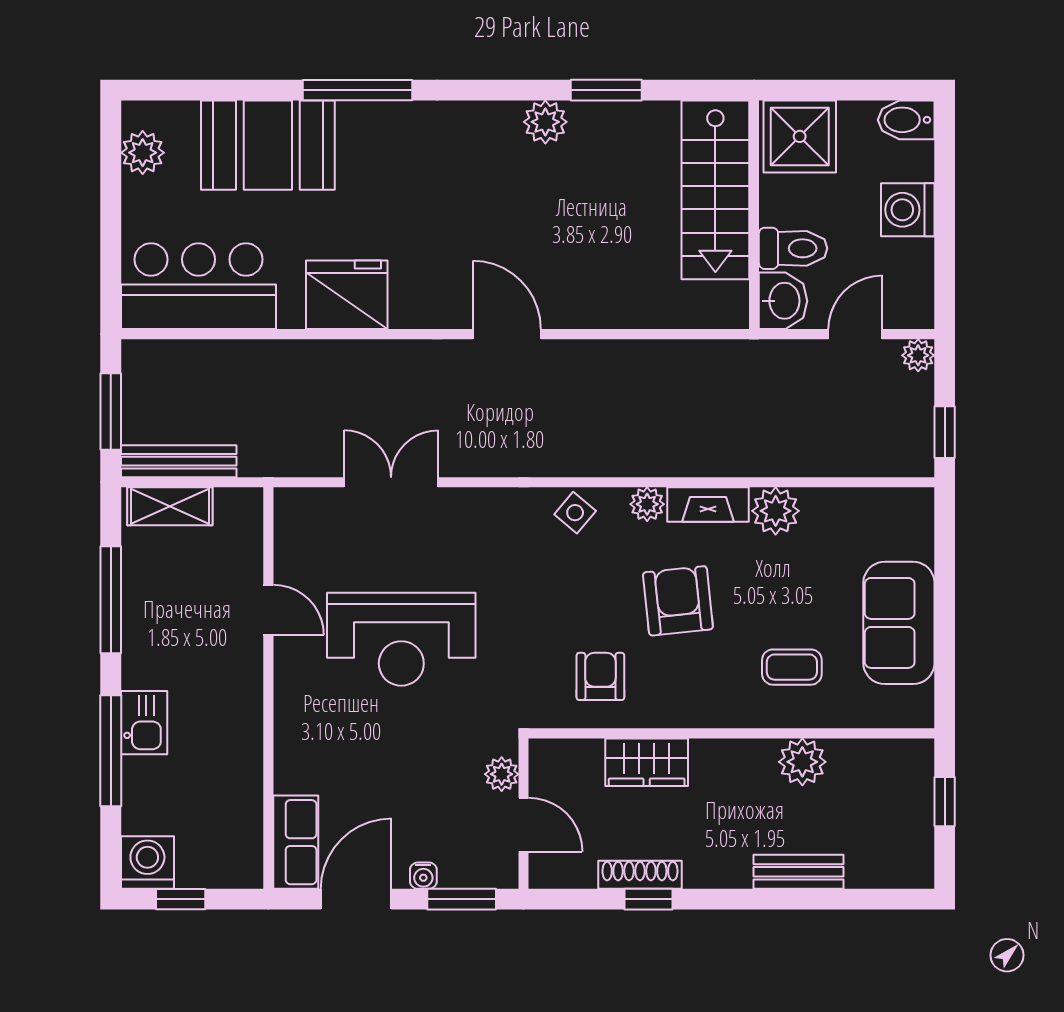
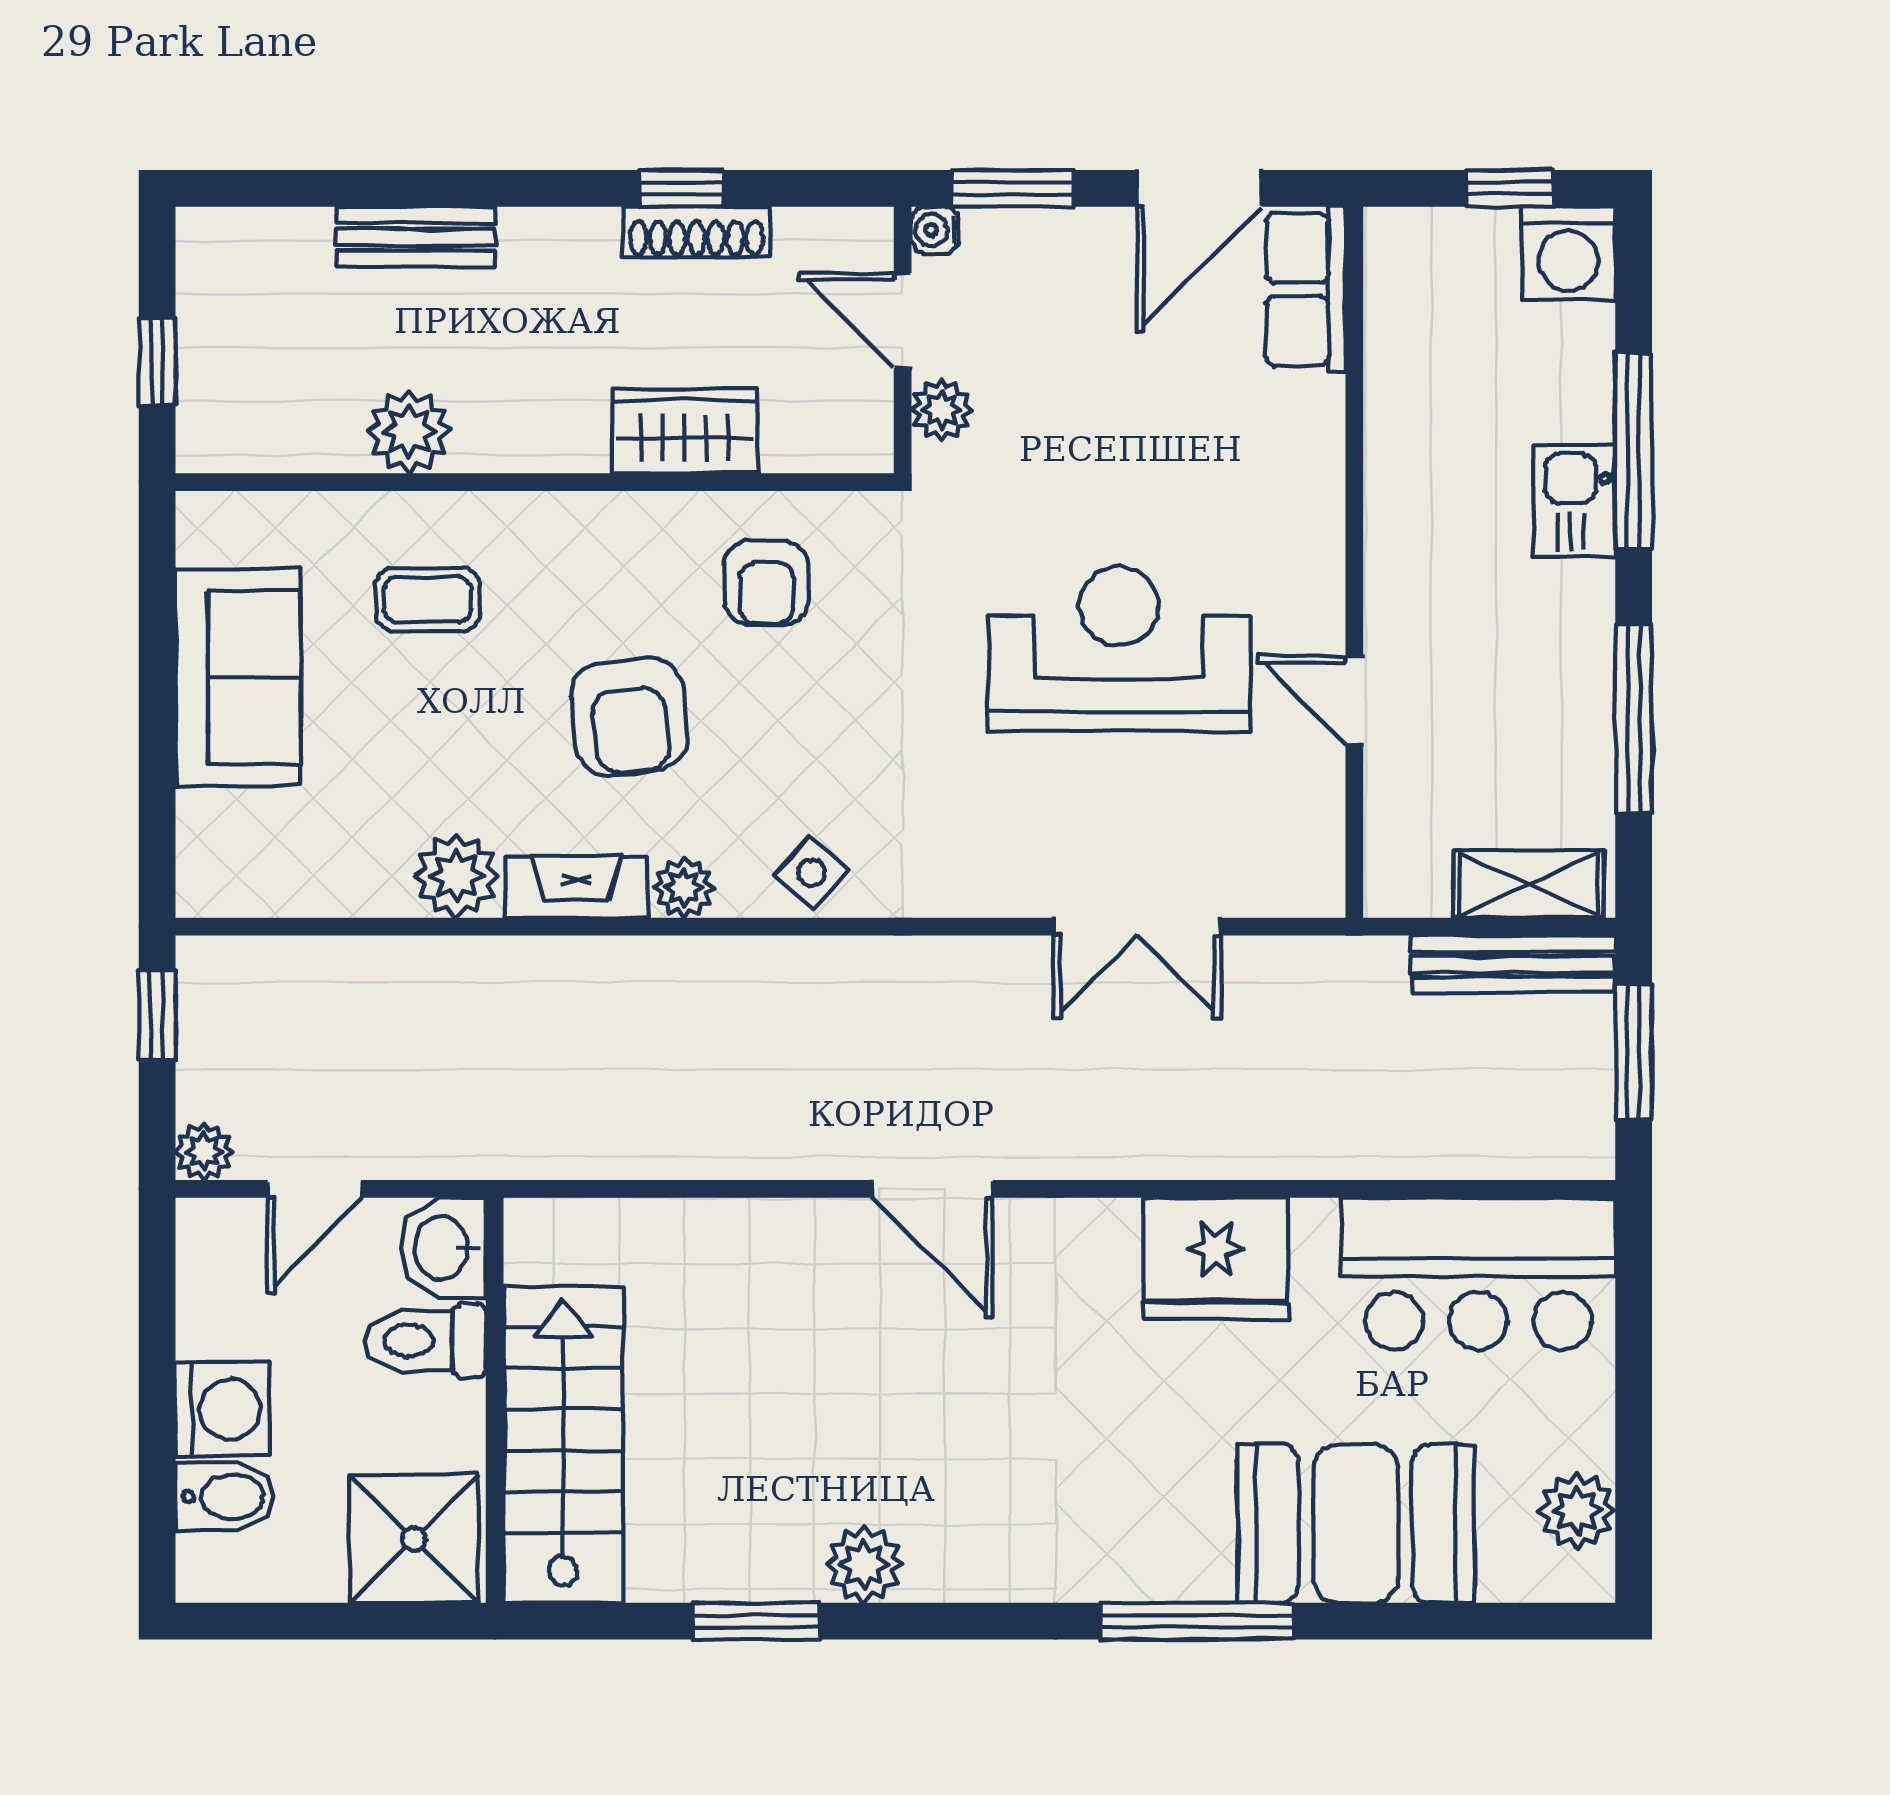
bidet: (906, 120) -> (225, 1497), moved
water cooler: (423, 876) -> (935, 230), moved, turned -90

